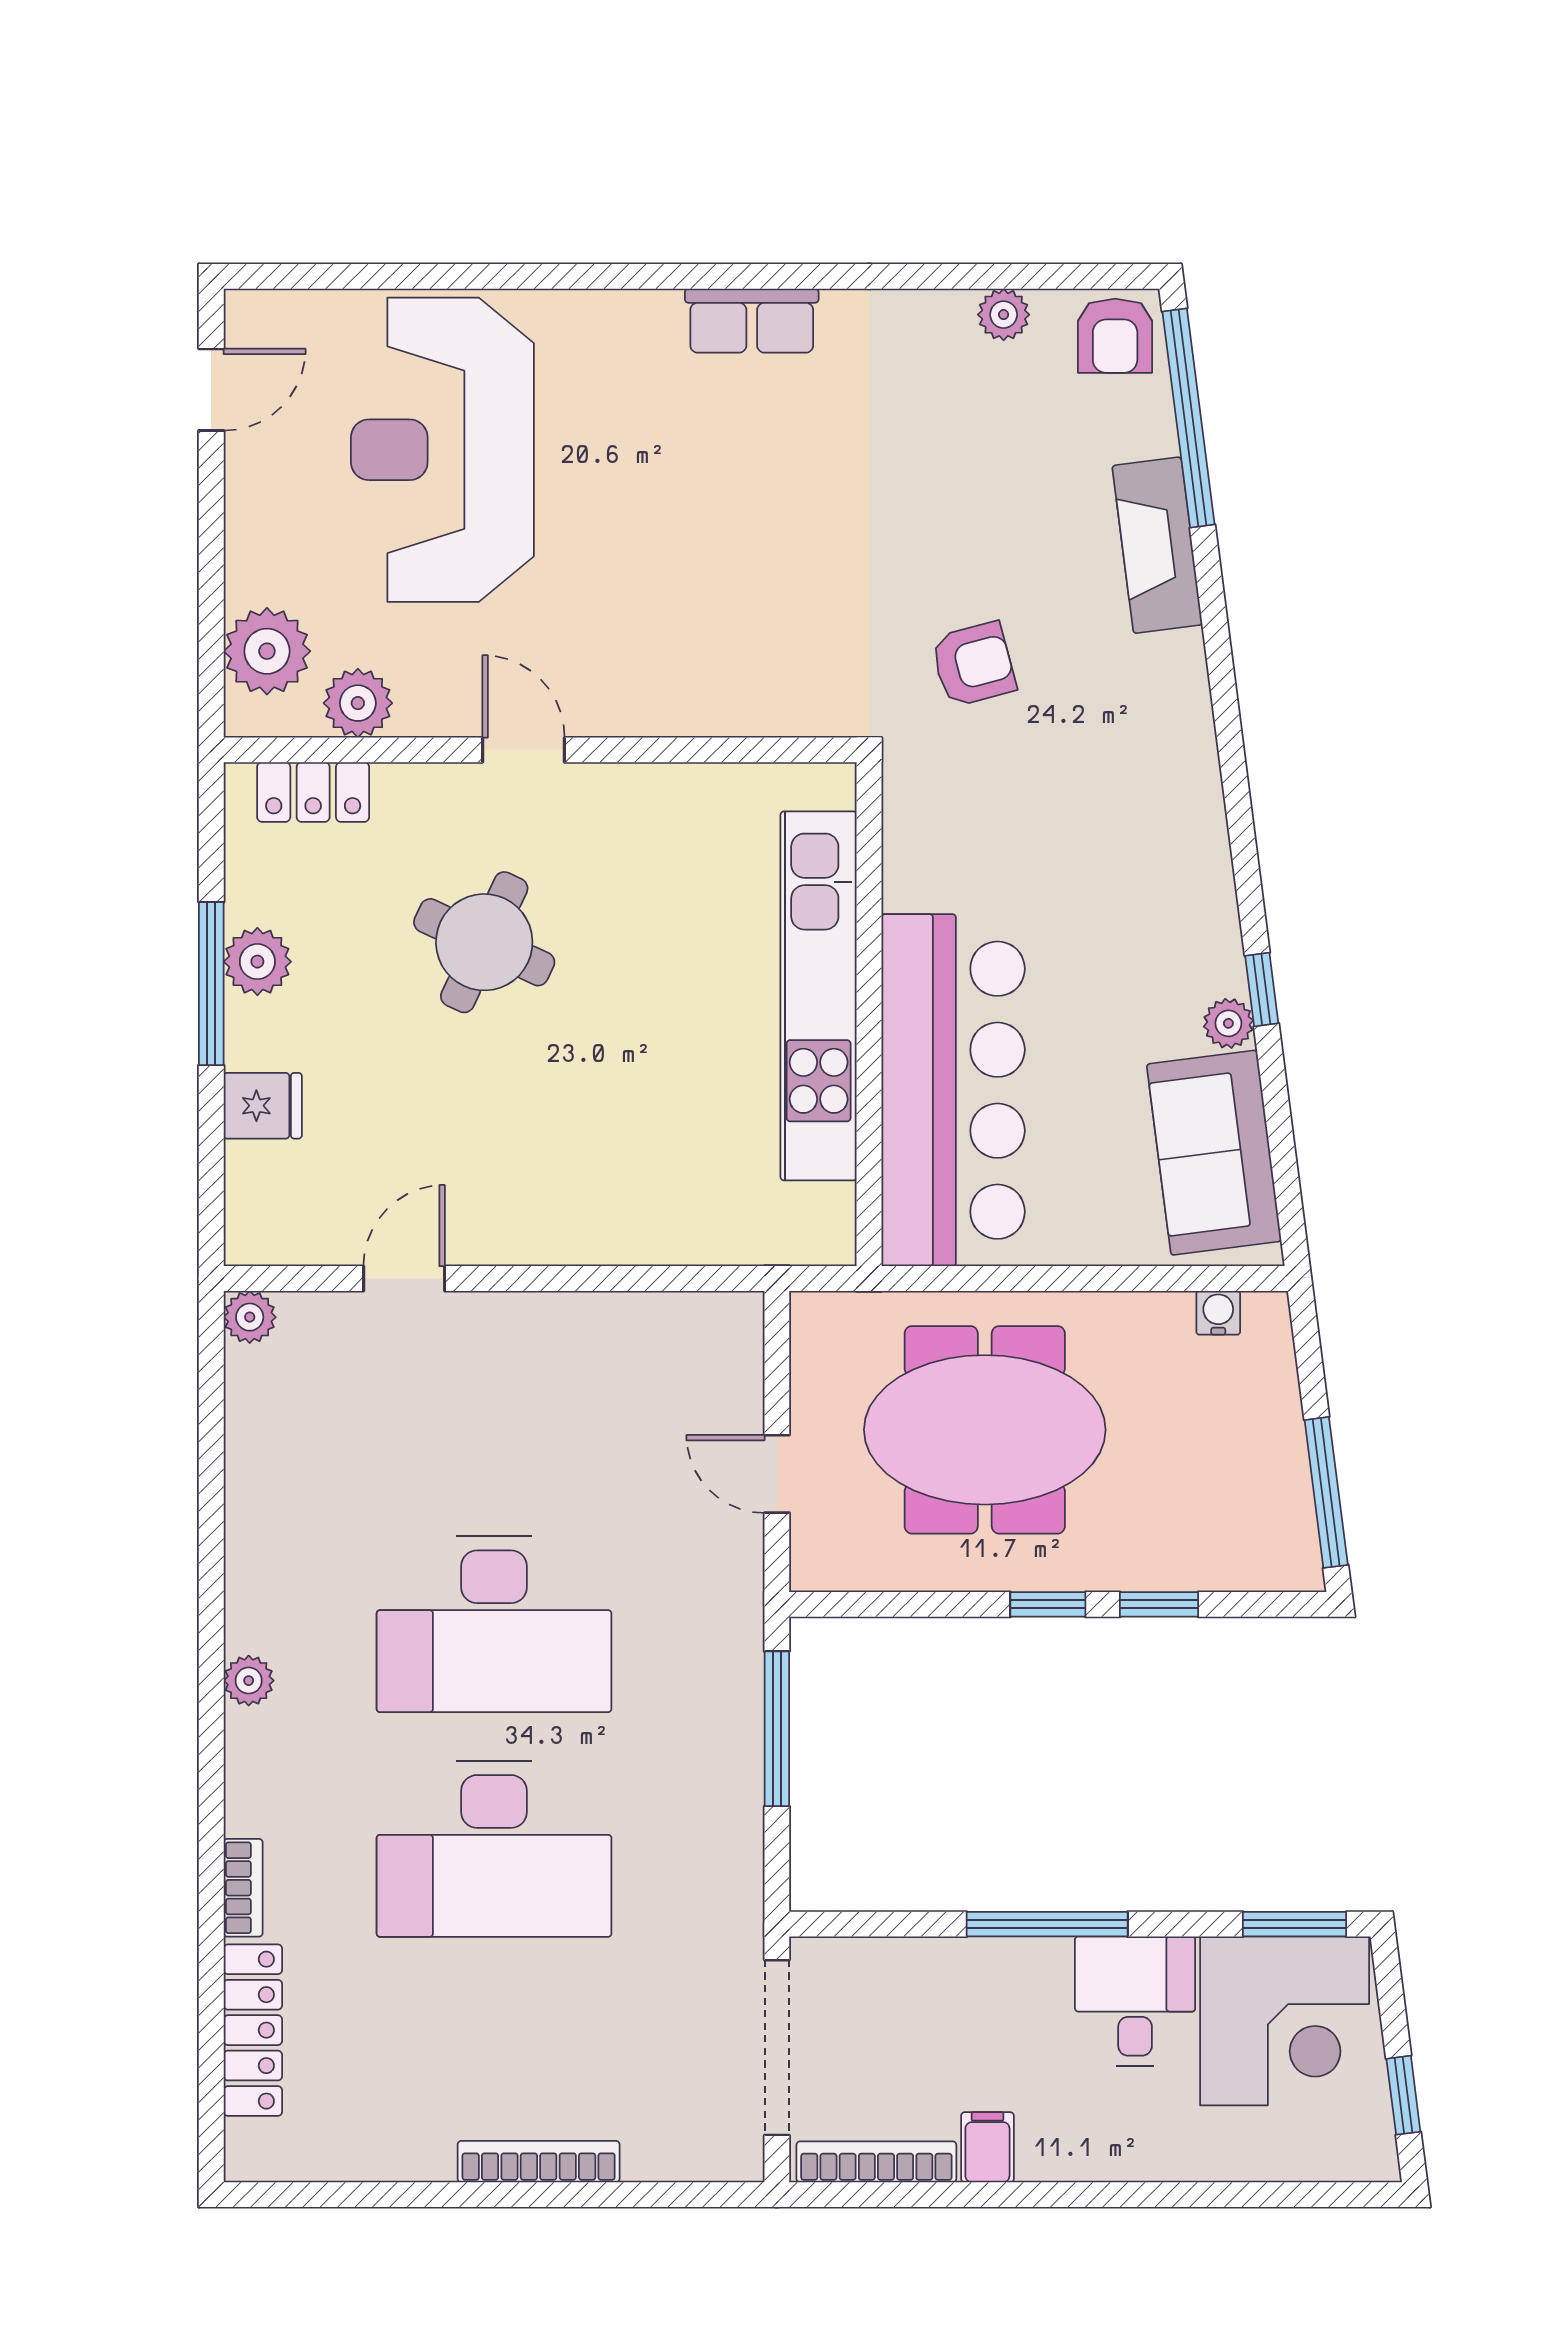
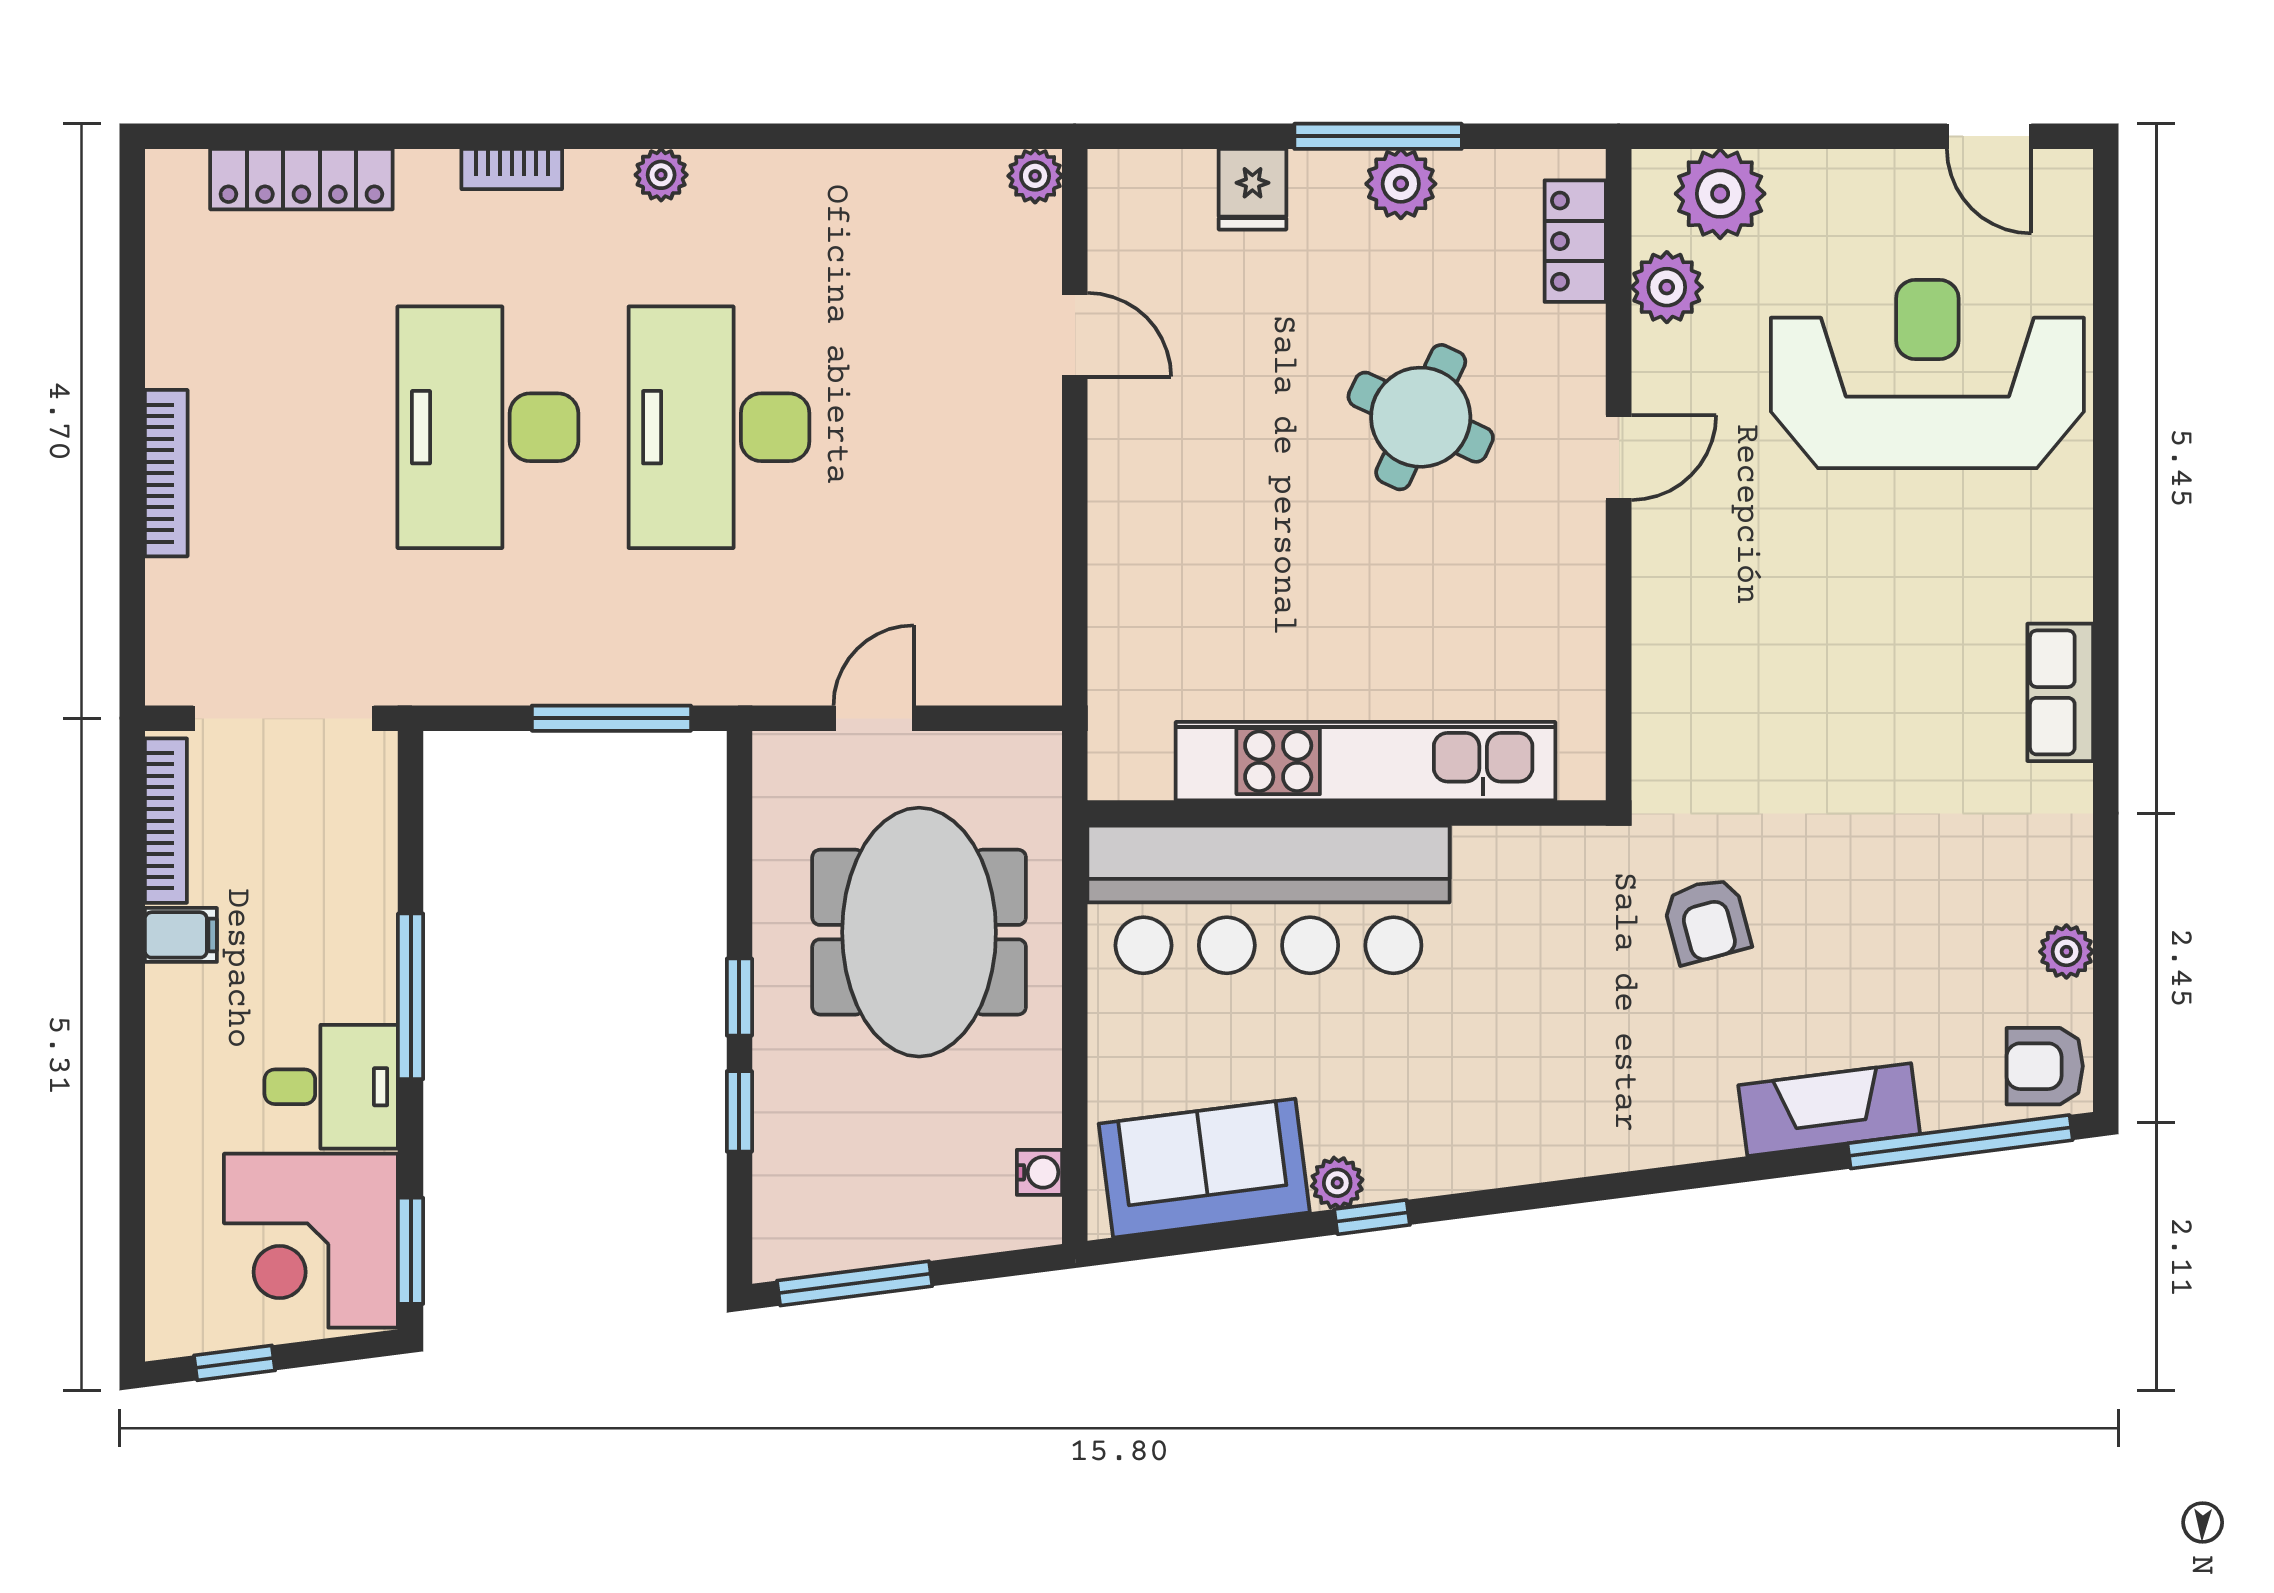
bookcase: (243, 1888) -> (512, 169), moved

